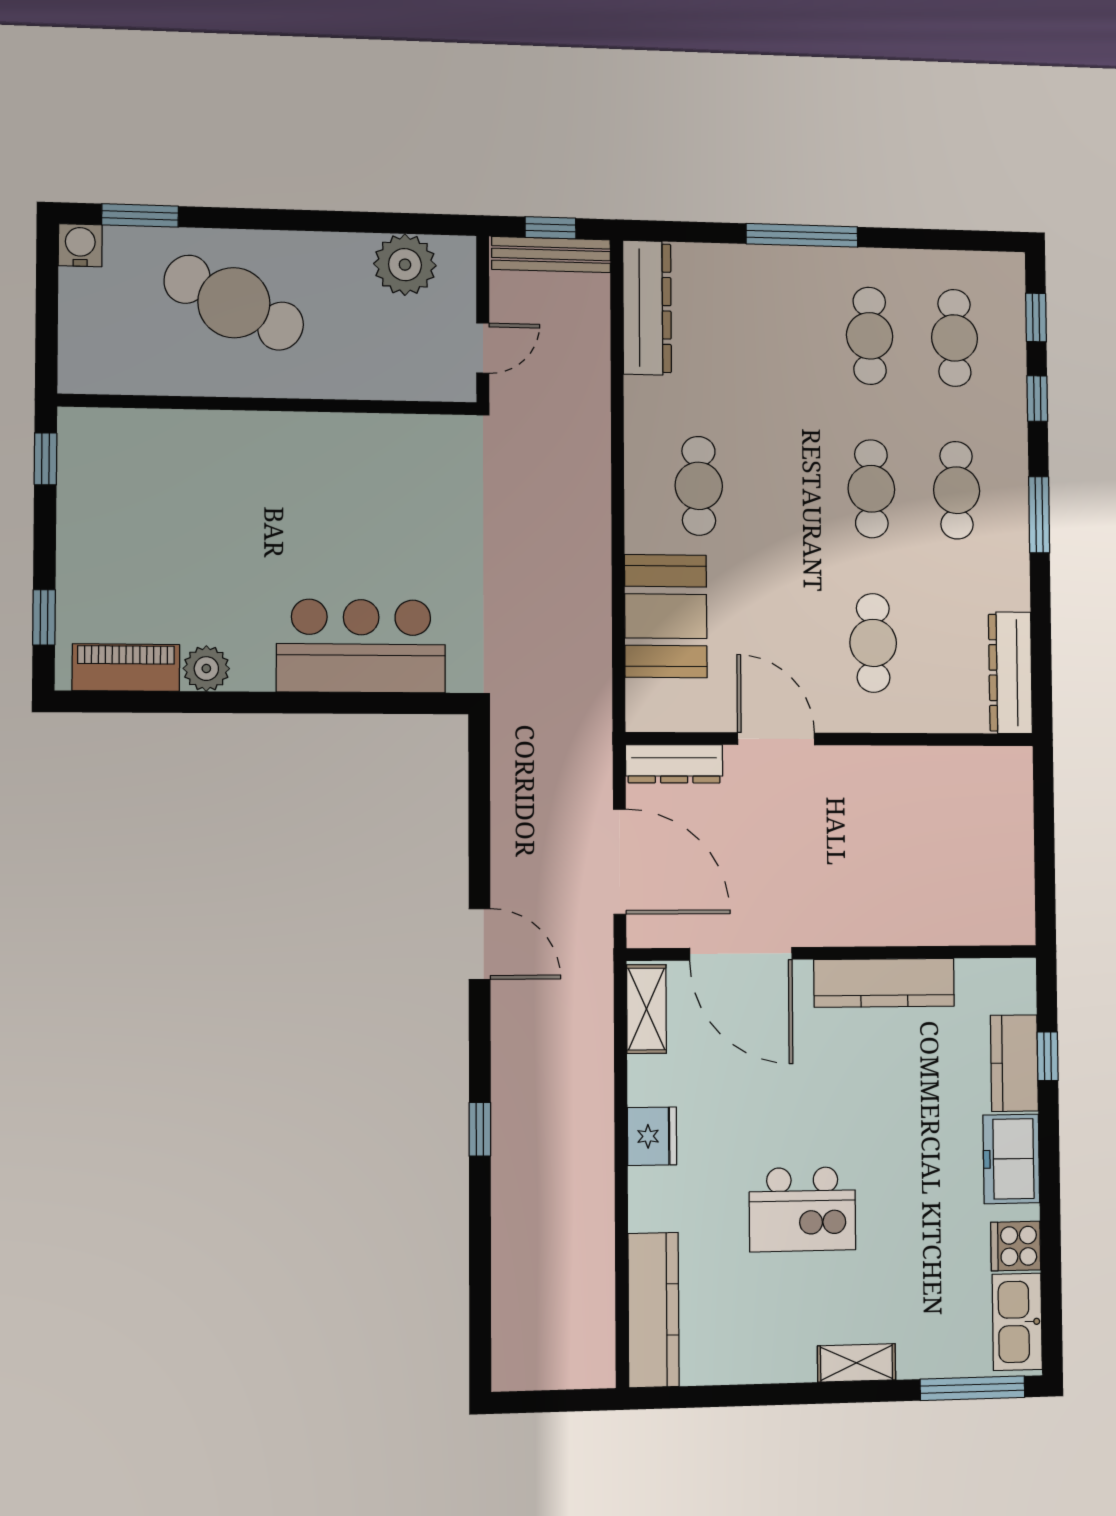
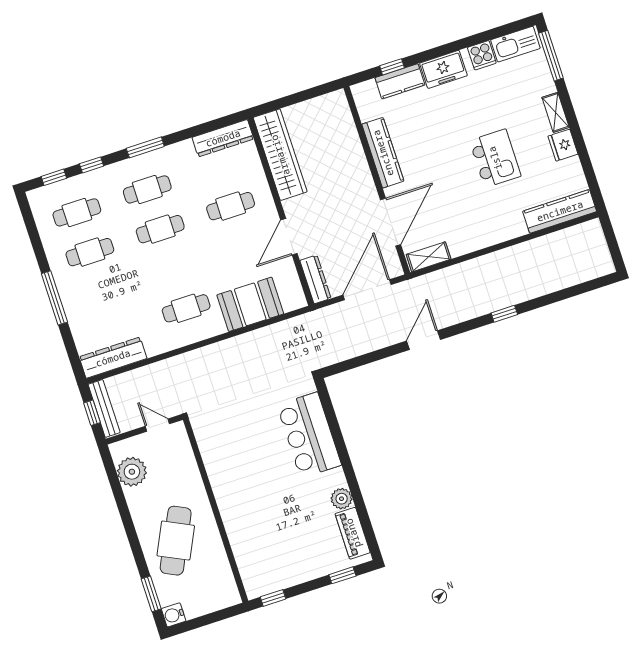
wardrobe: (944, 775) -> (280, 155), added
fridge: (652, 1136) -> (563, 145), moved, turned -90

